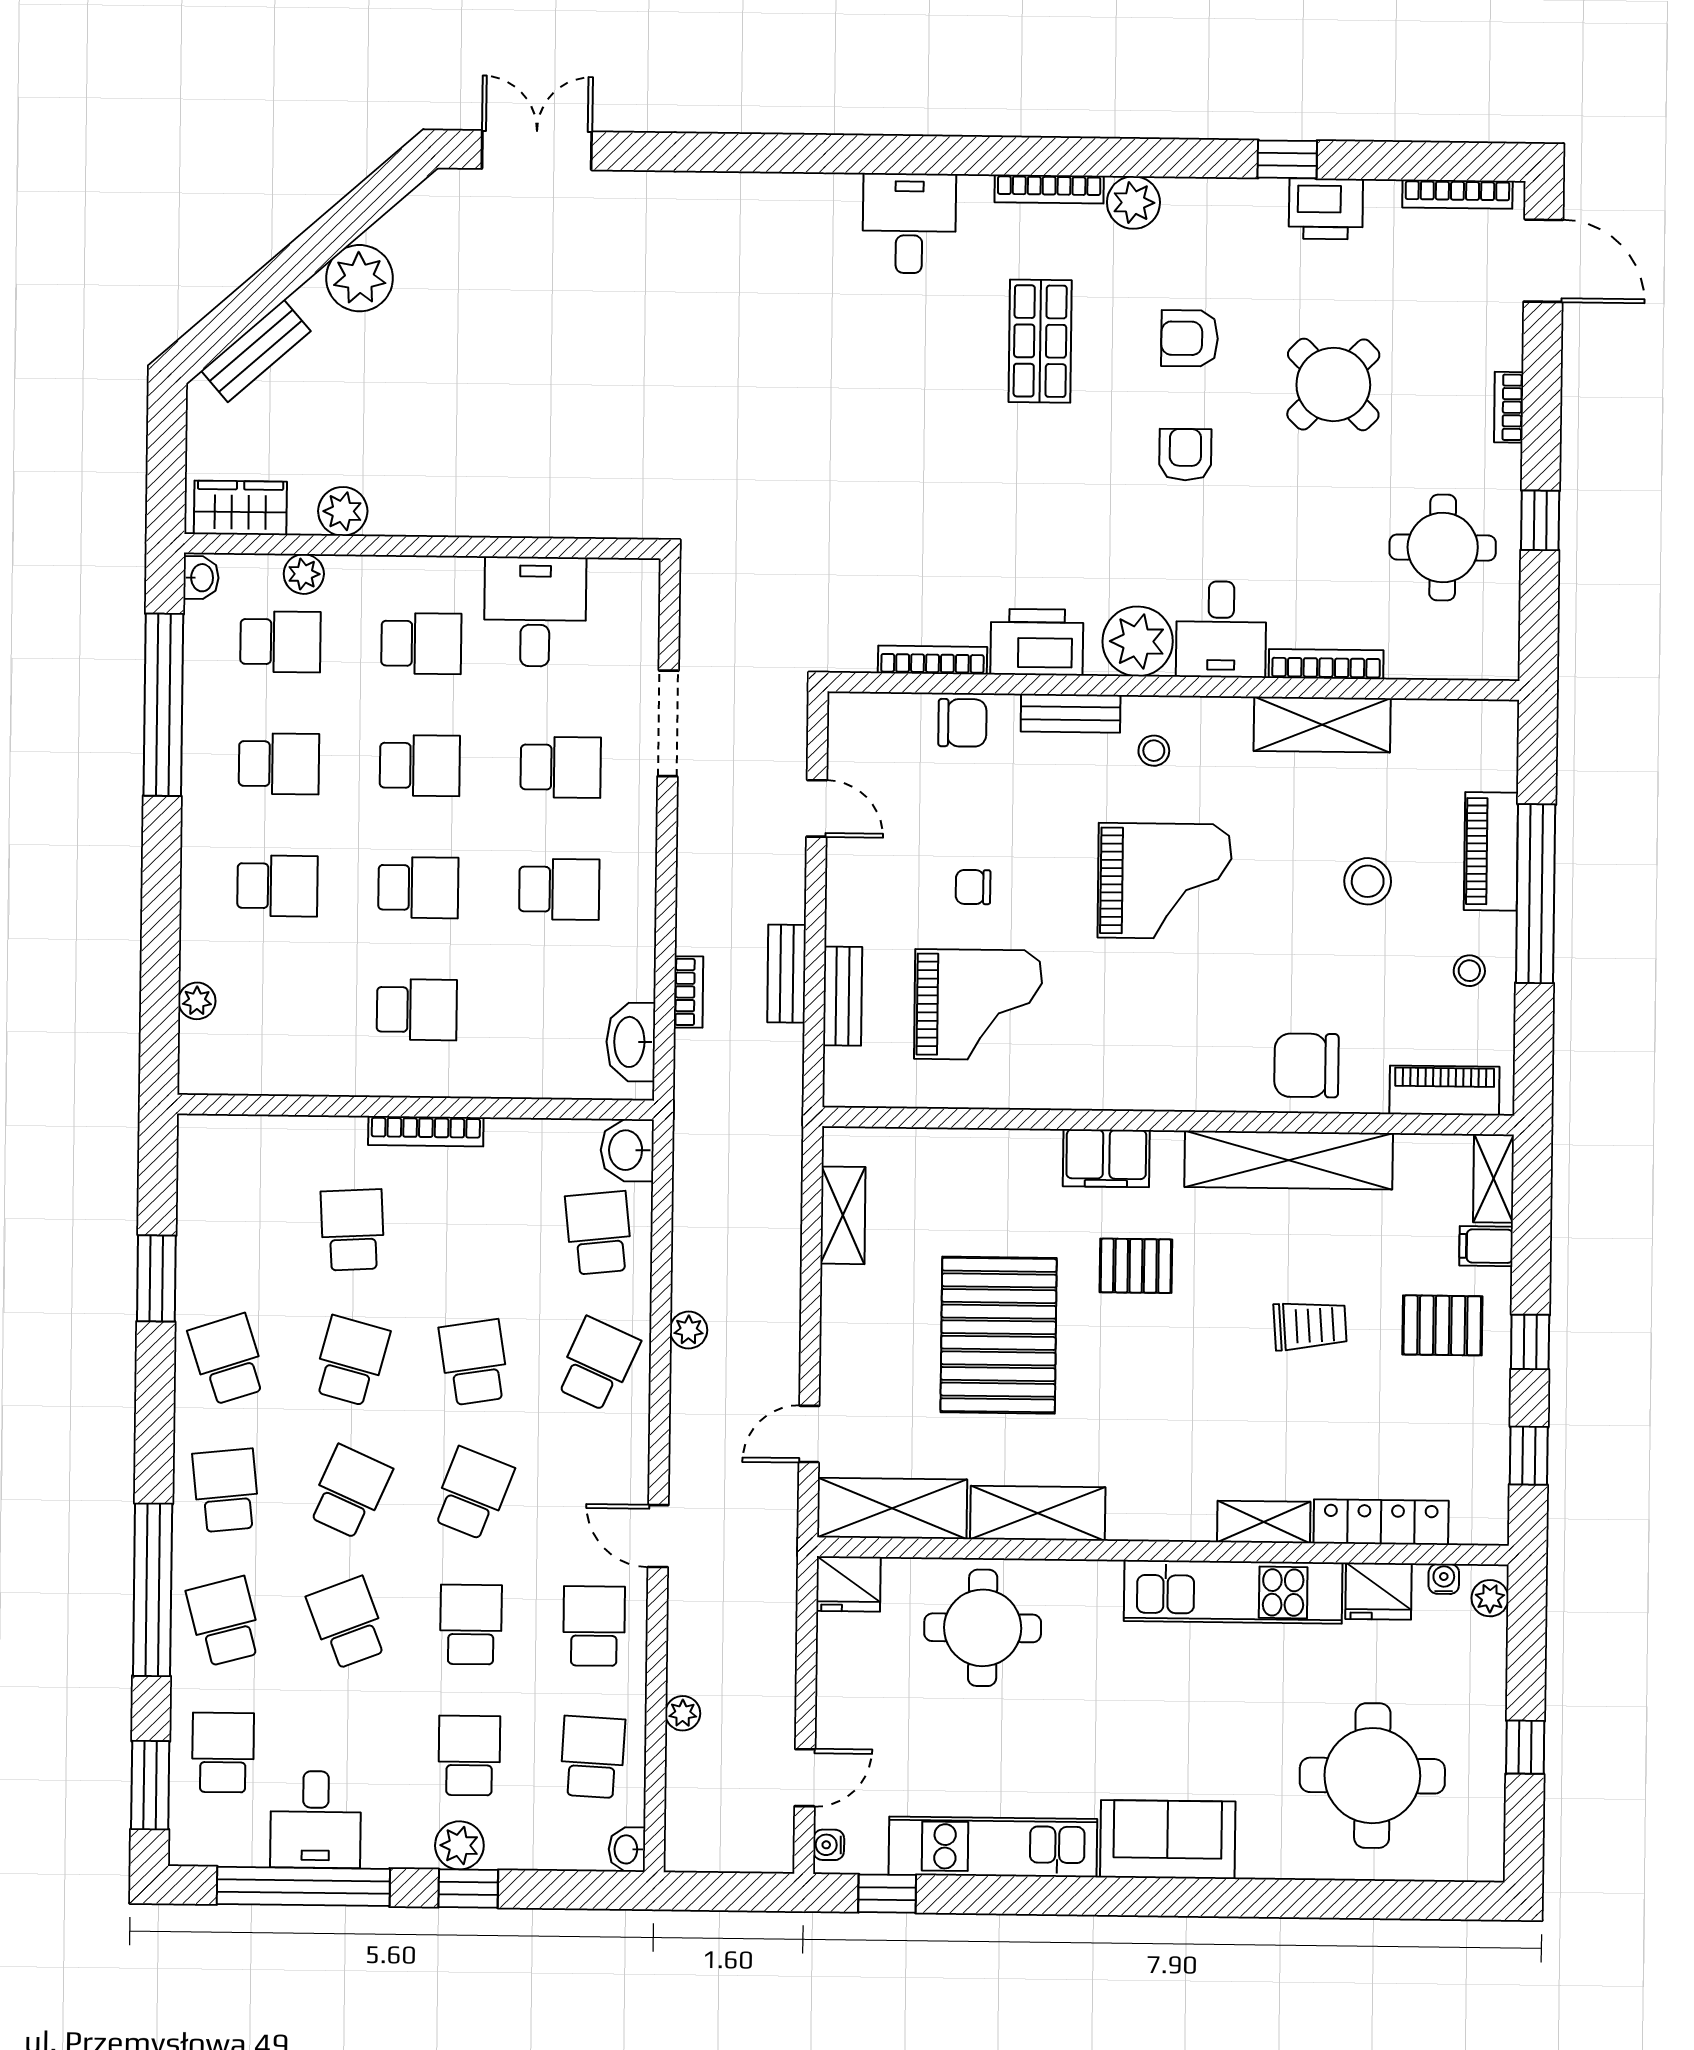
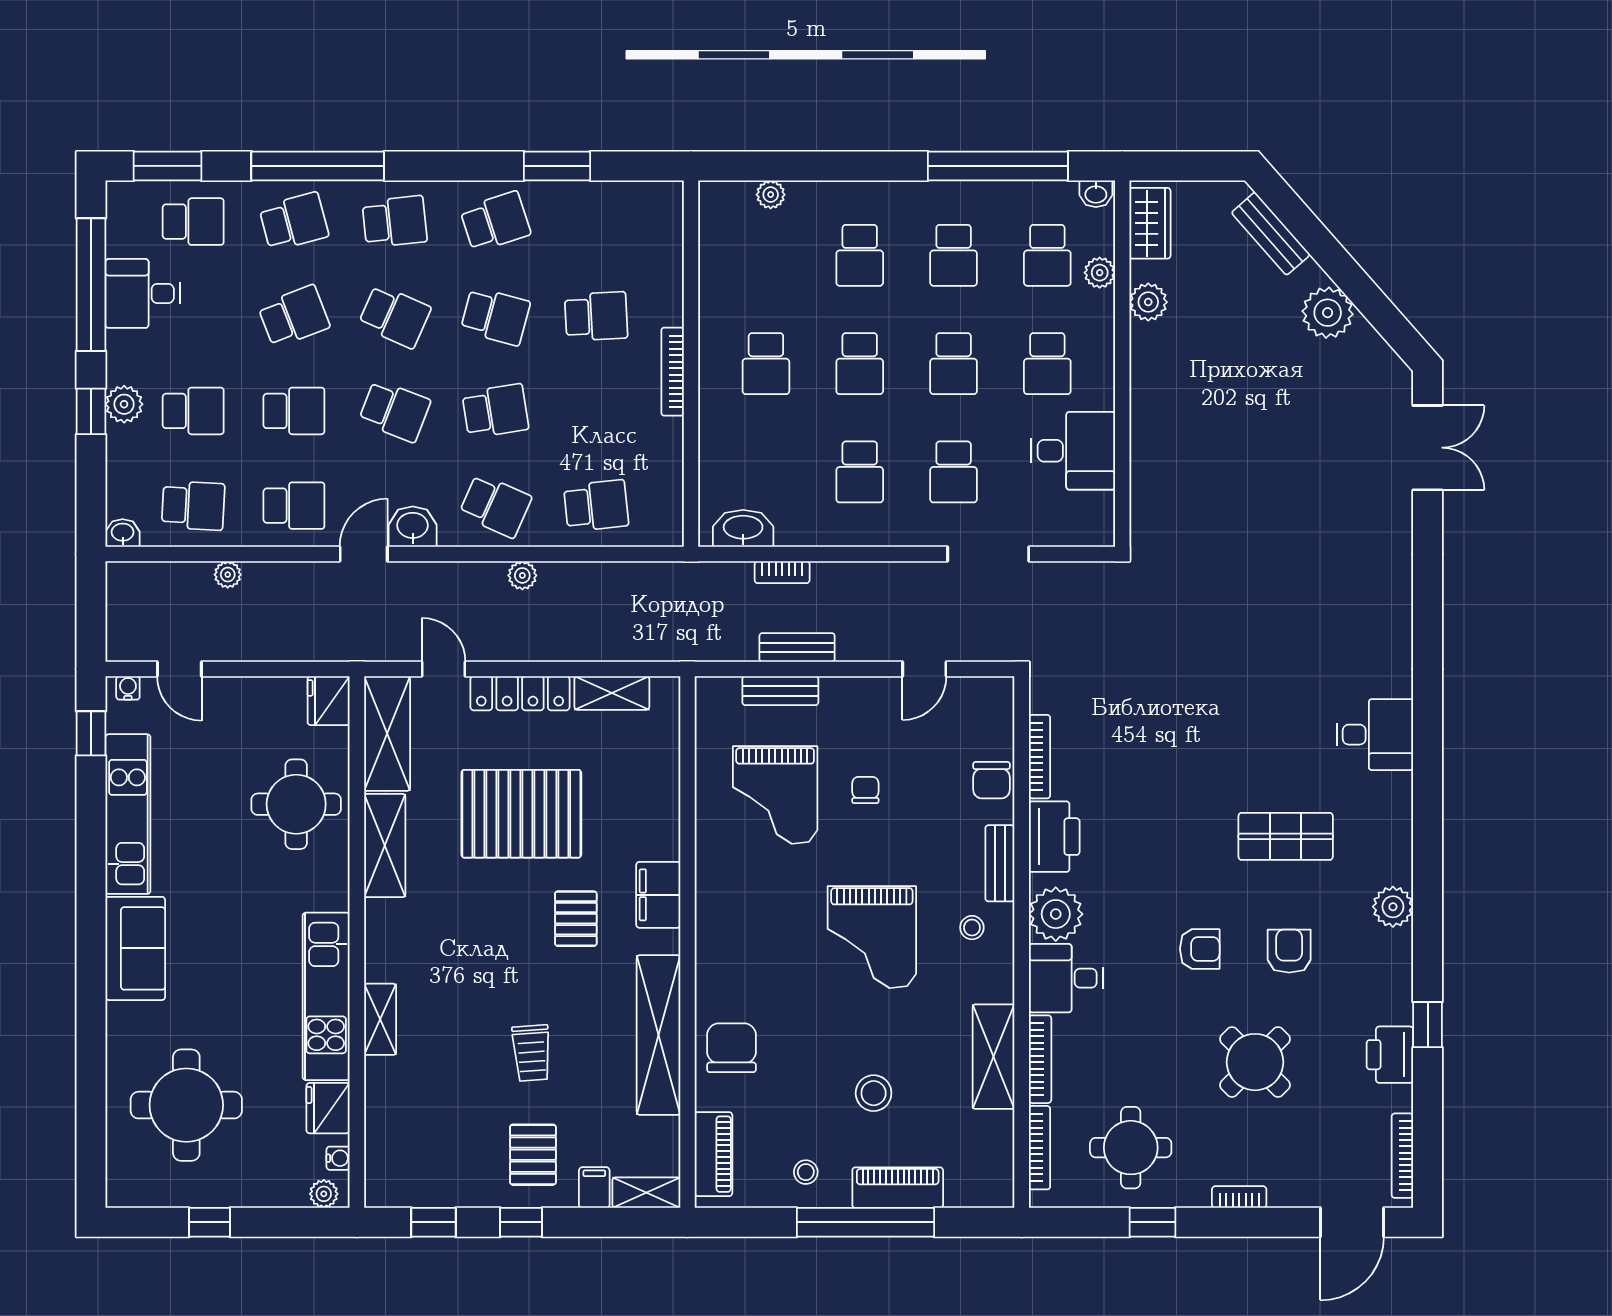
bookcase: (1049, 189) -> (1039, 1148), moved, turned 180
washbasin: (627, 1150) -> (413, 527), moved
locker: (1381, 1522) -> (520, 693), moved, turned 90

